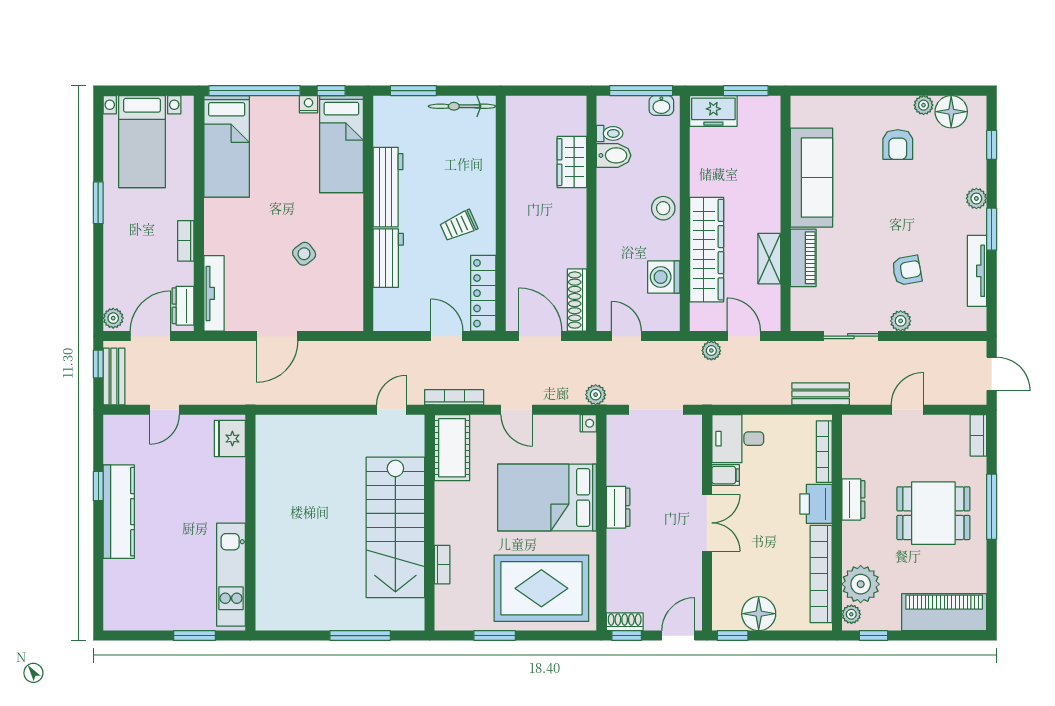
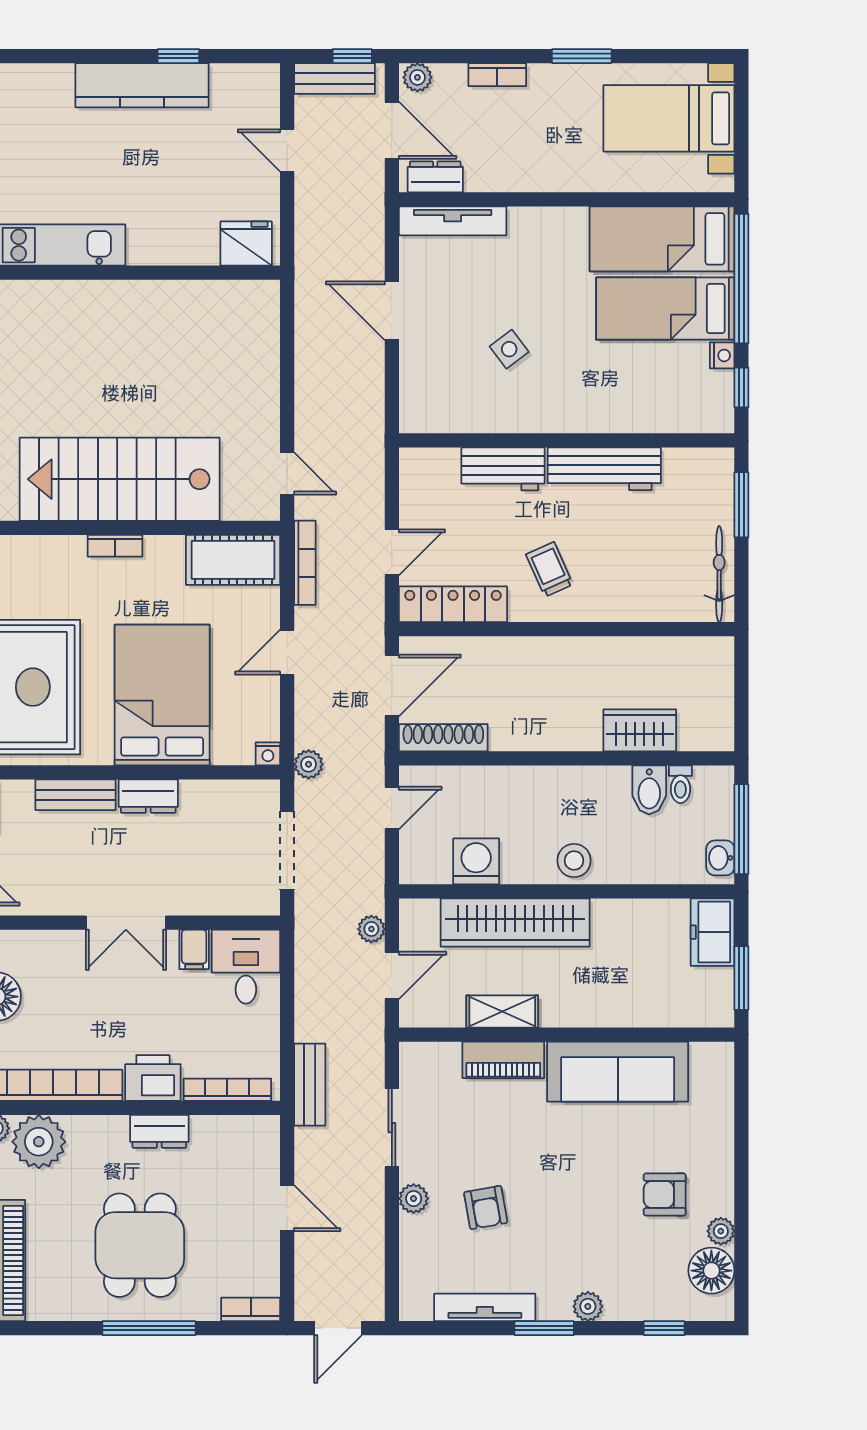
bed: (341, 144) -> (665, 309), moved
bookcase: (186, 241) -> (497, 75), moved, turned 180
bench: (617, 558) -> (76, 795), added
bookcase: (442, 565) -> (115, 546), moved

